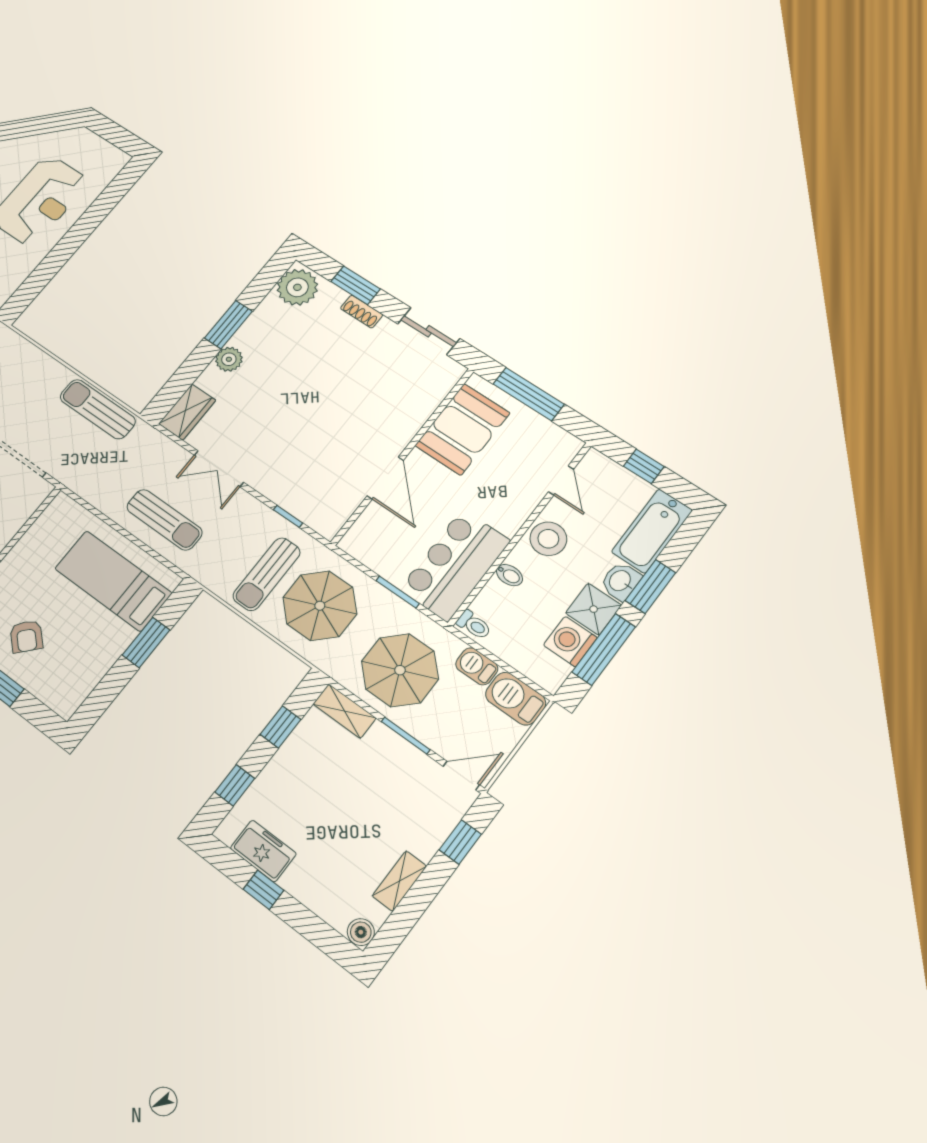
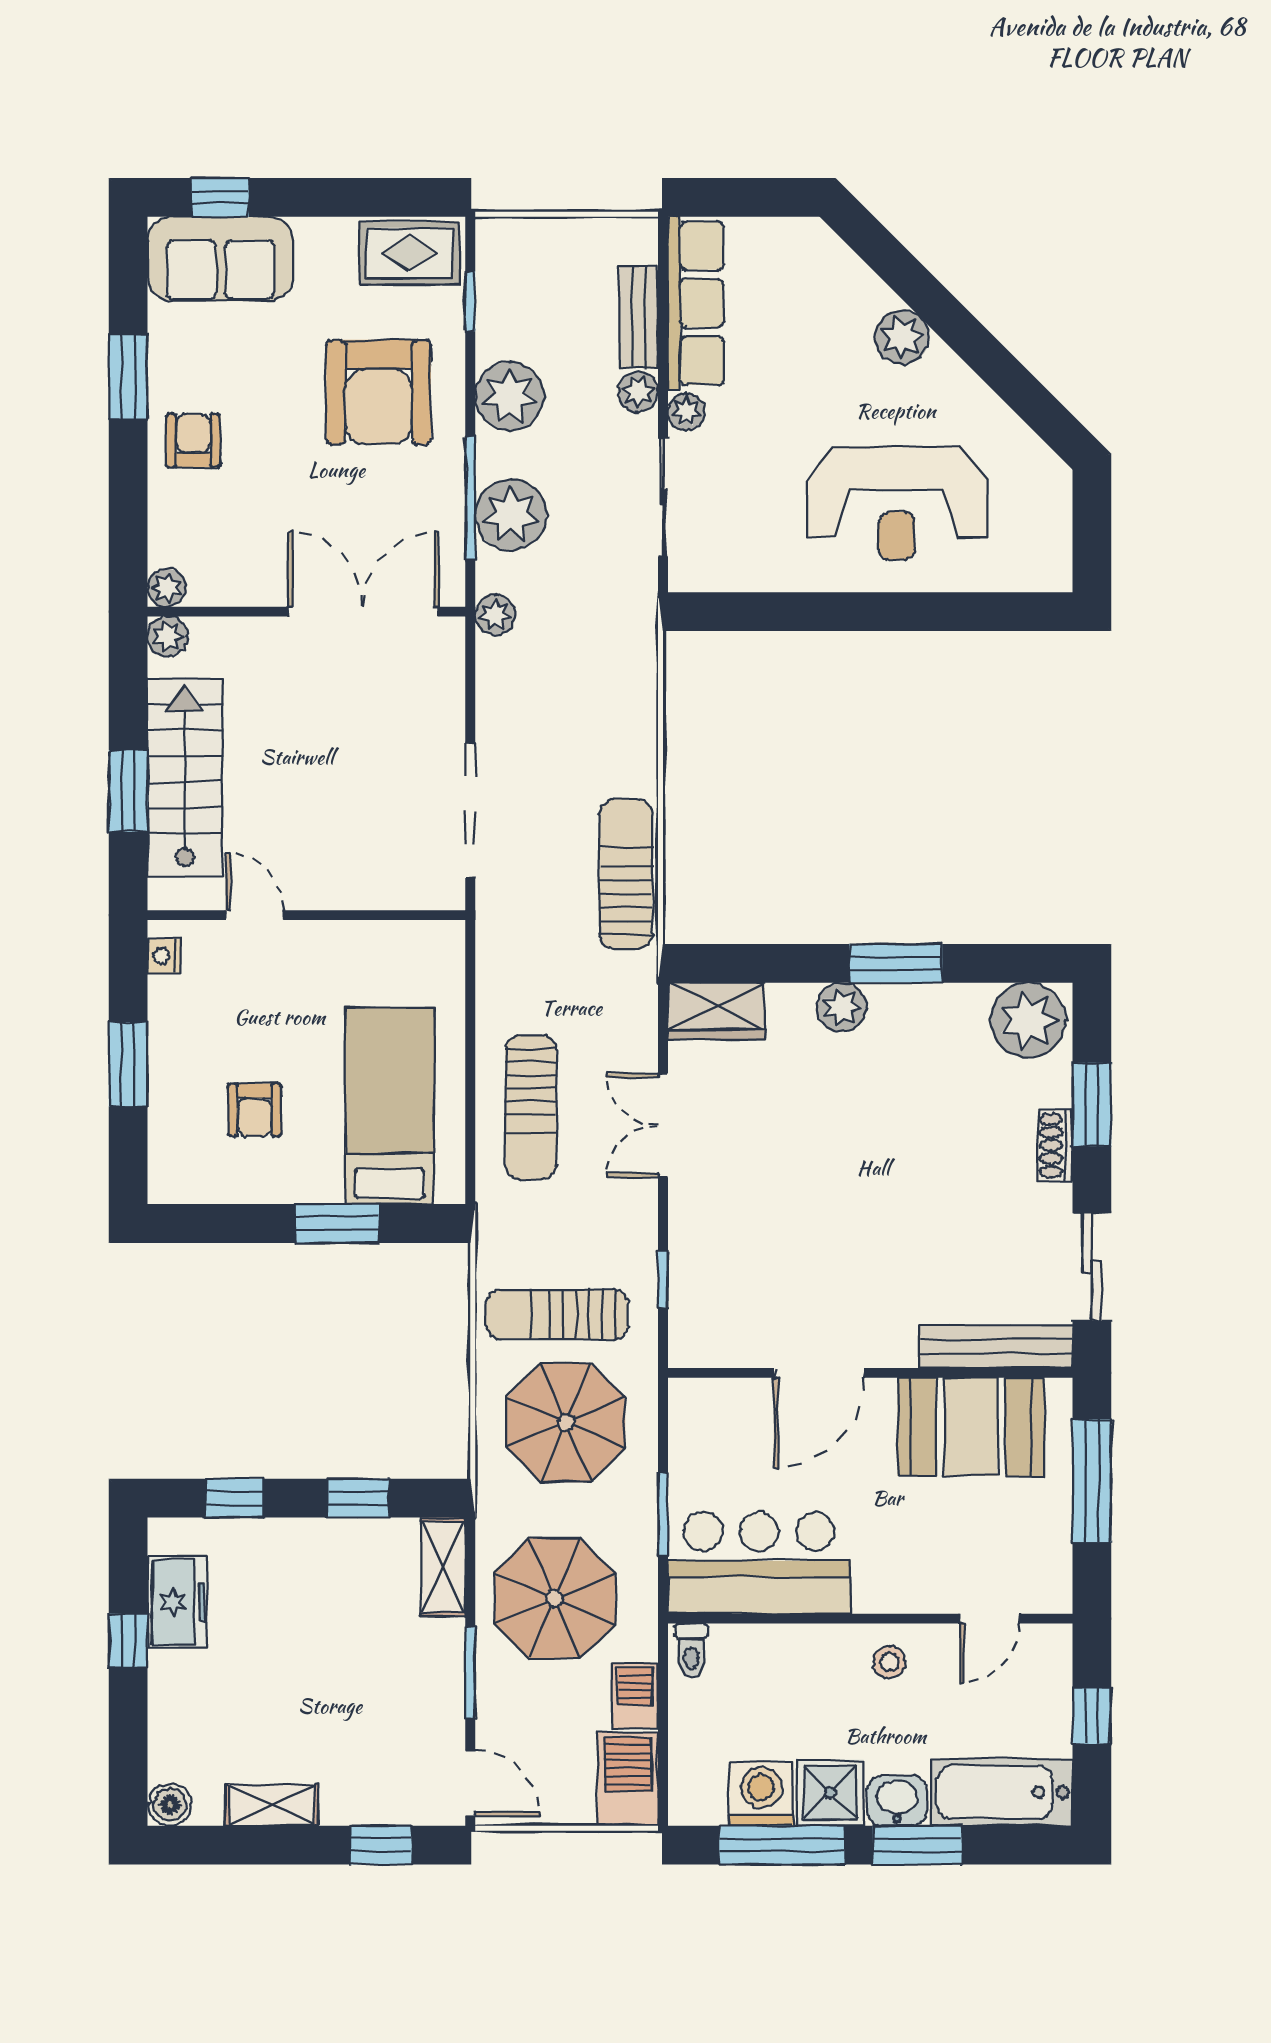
bench: (433, 395) -> (996, 1347), added
stool: (548, 539) -> (890, 1662), width x0.53, depth x0.53
bidet: (509, 575) -> (798, 1647), removed
armchair: (26, 636) -> (255, 1110), moved, turned -43

